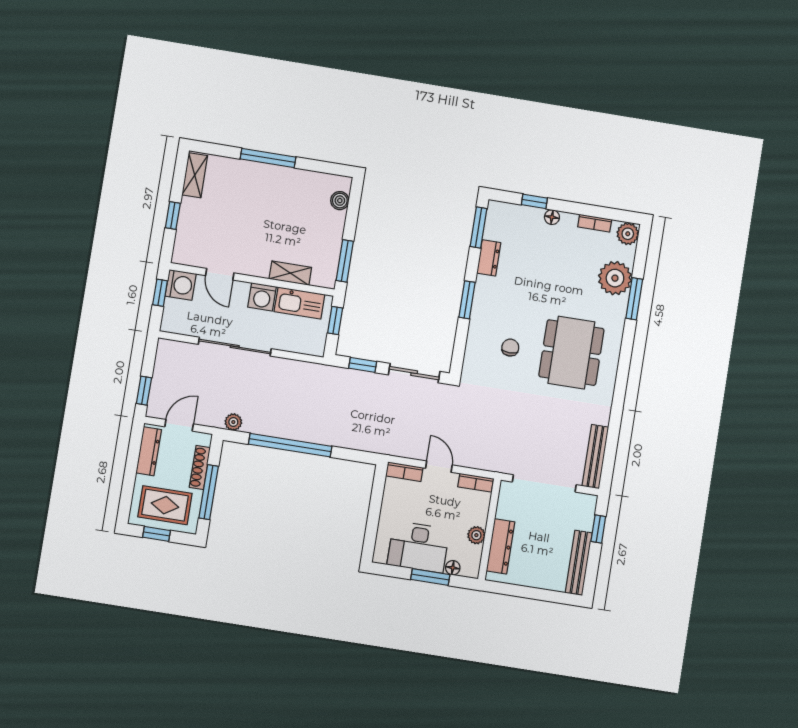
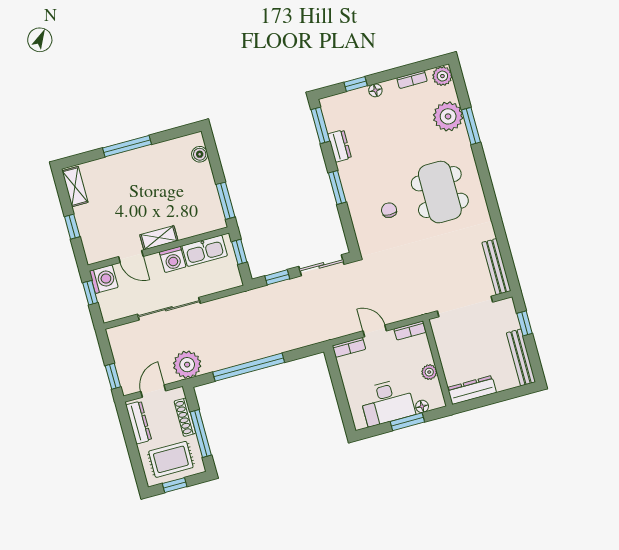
shelving: (290, 273) -> (159, 238), moved
plant: (233, 422) -> (187, 365), width x1.87, depth x1.87
dresser: (500, 546) -> (472, 390), moved, turned -90

